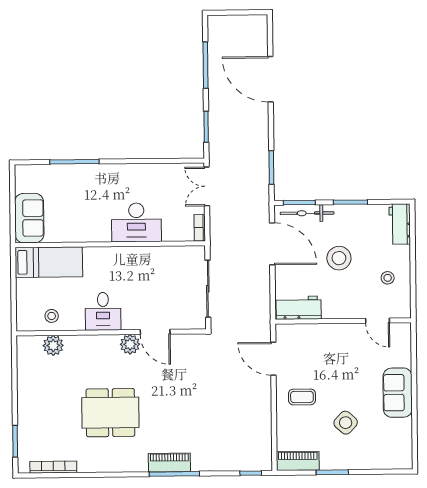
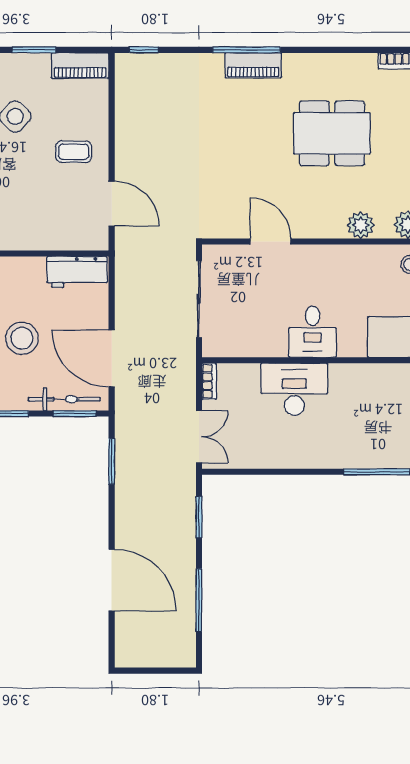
desk: (103, 311) -> (313, 332), moved, turned 180
plant: (130, 344) -> (361, 225), moved

